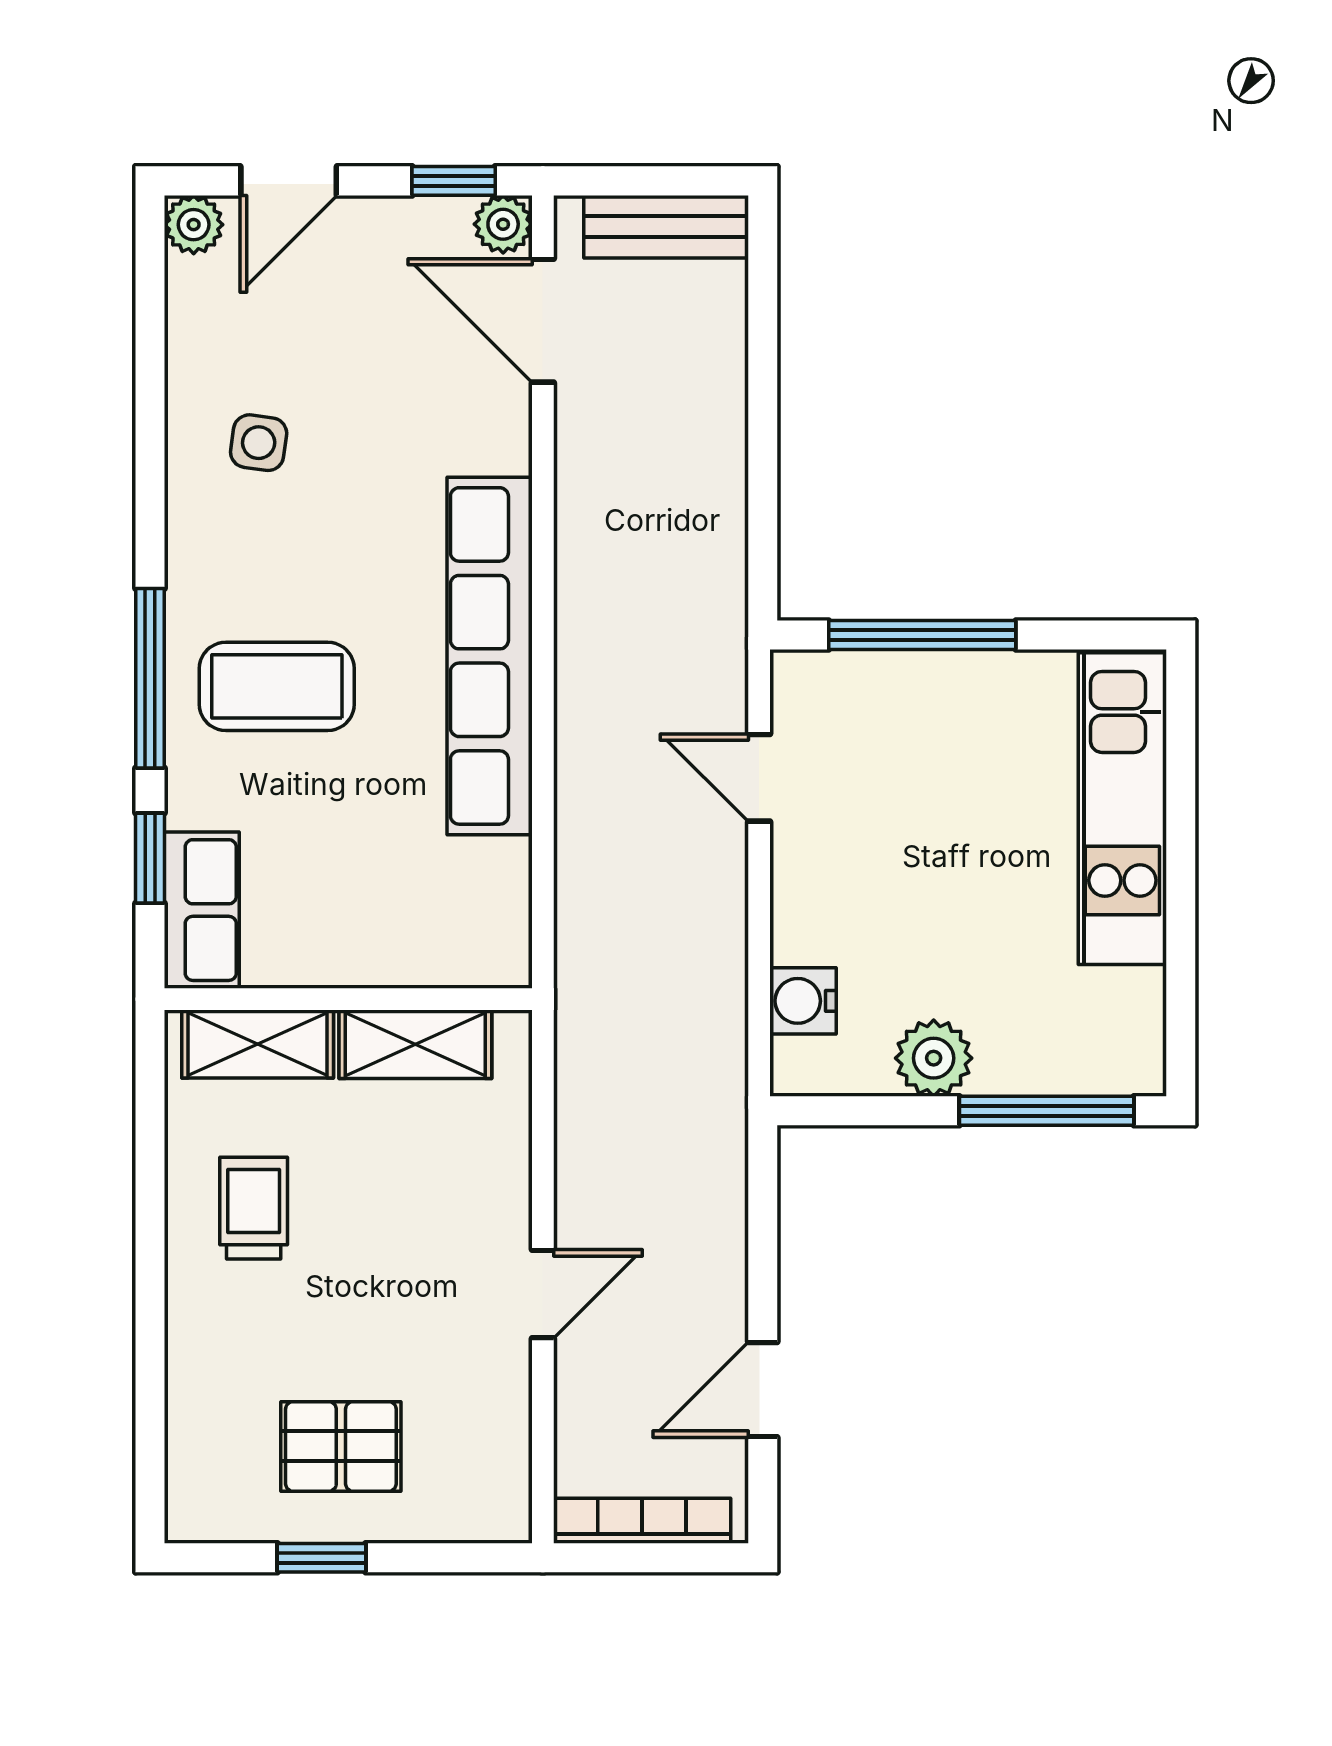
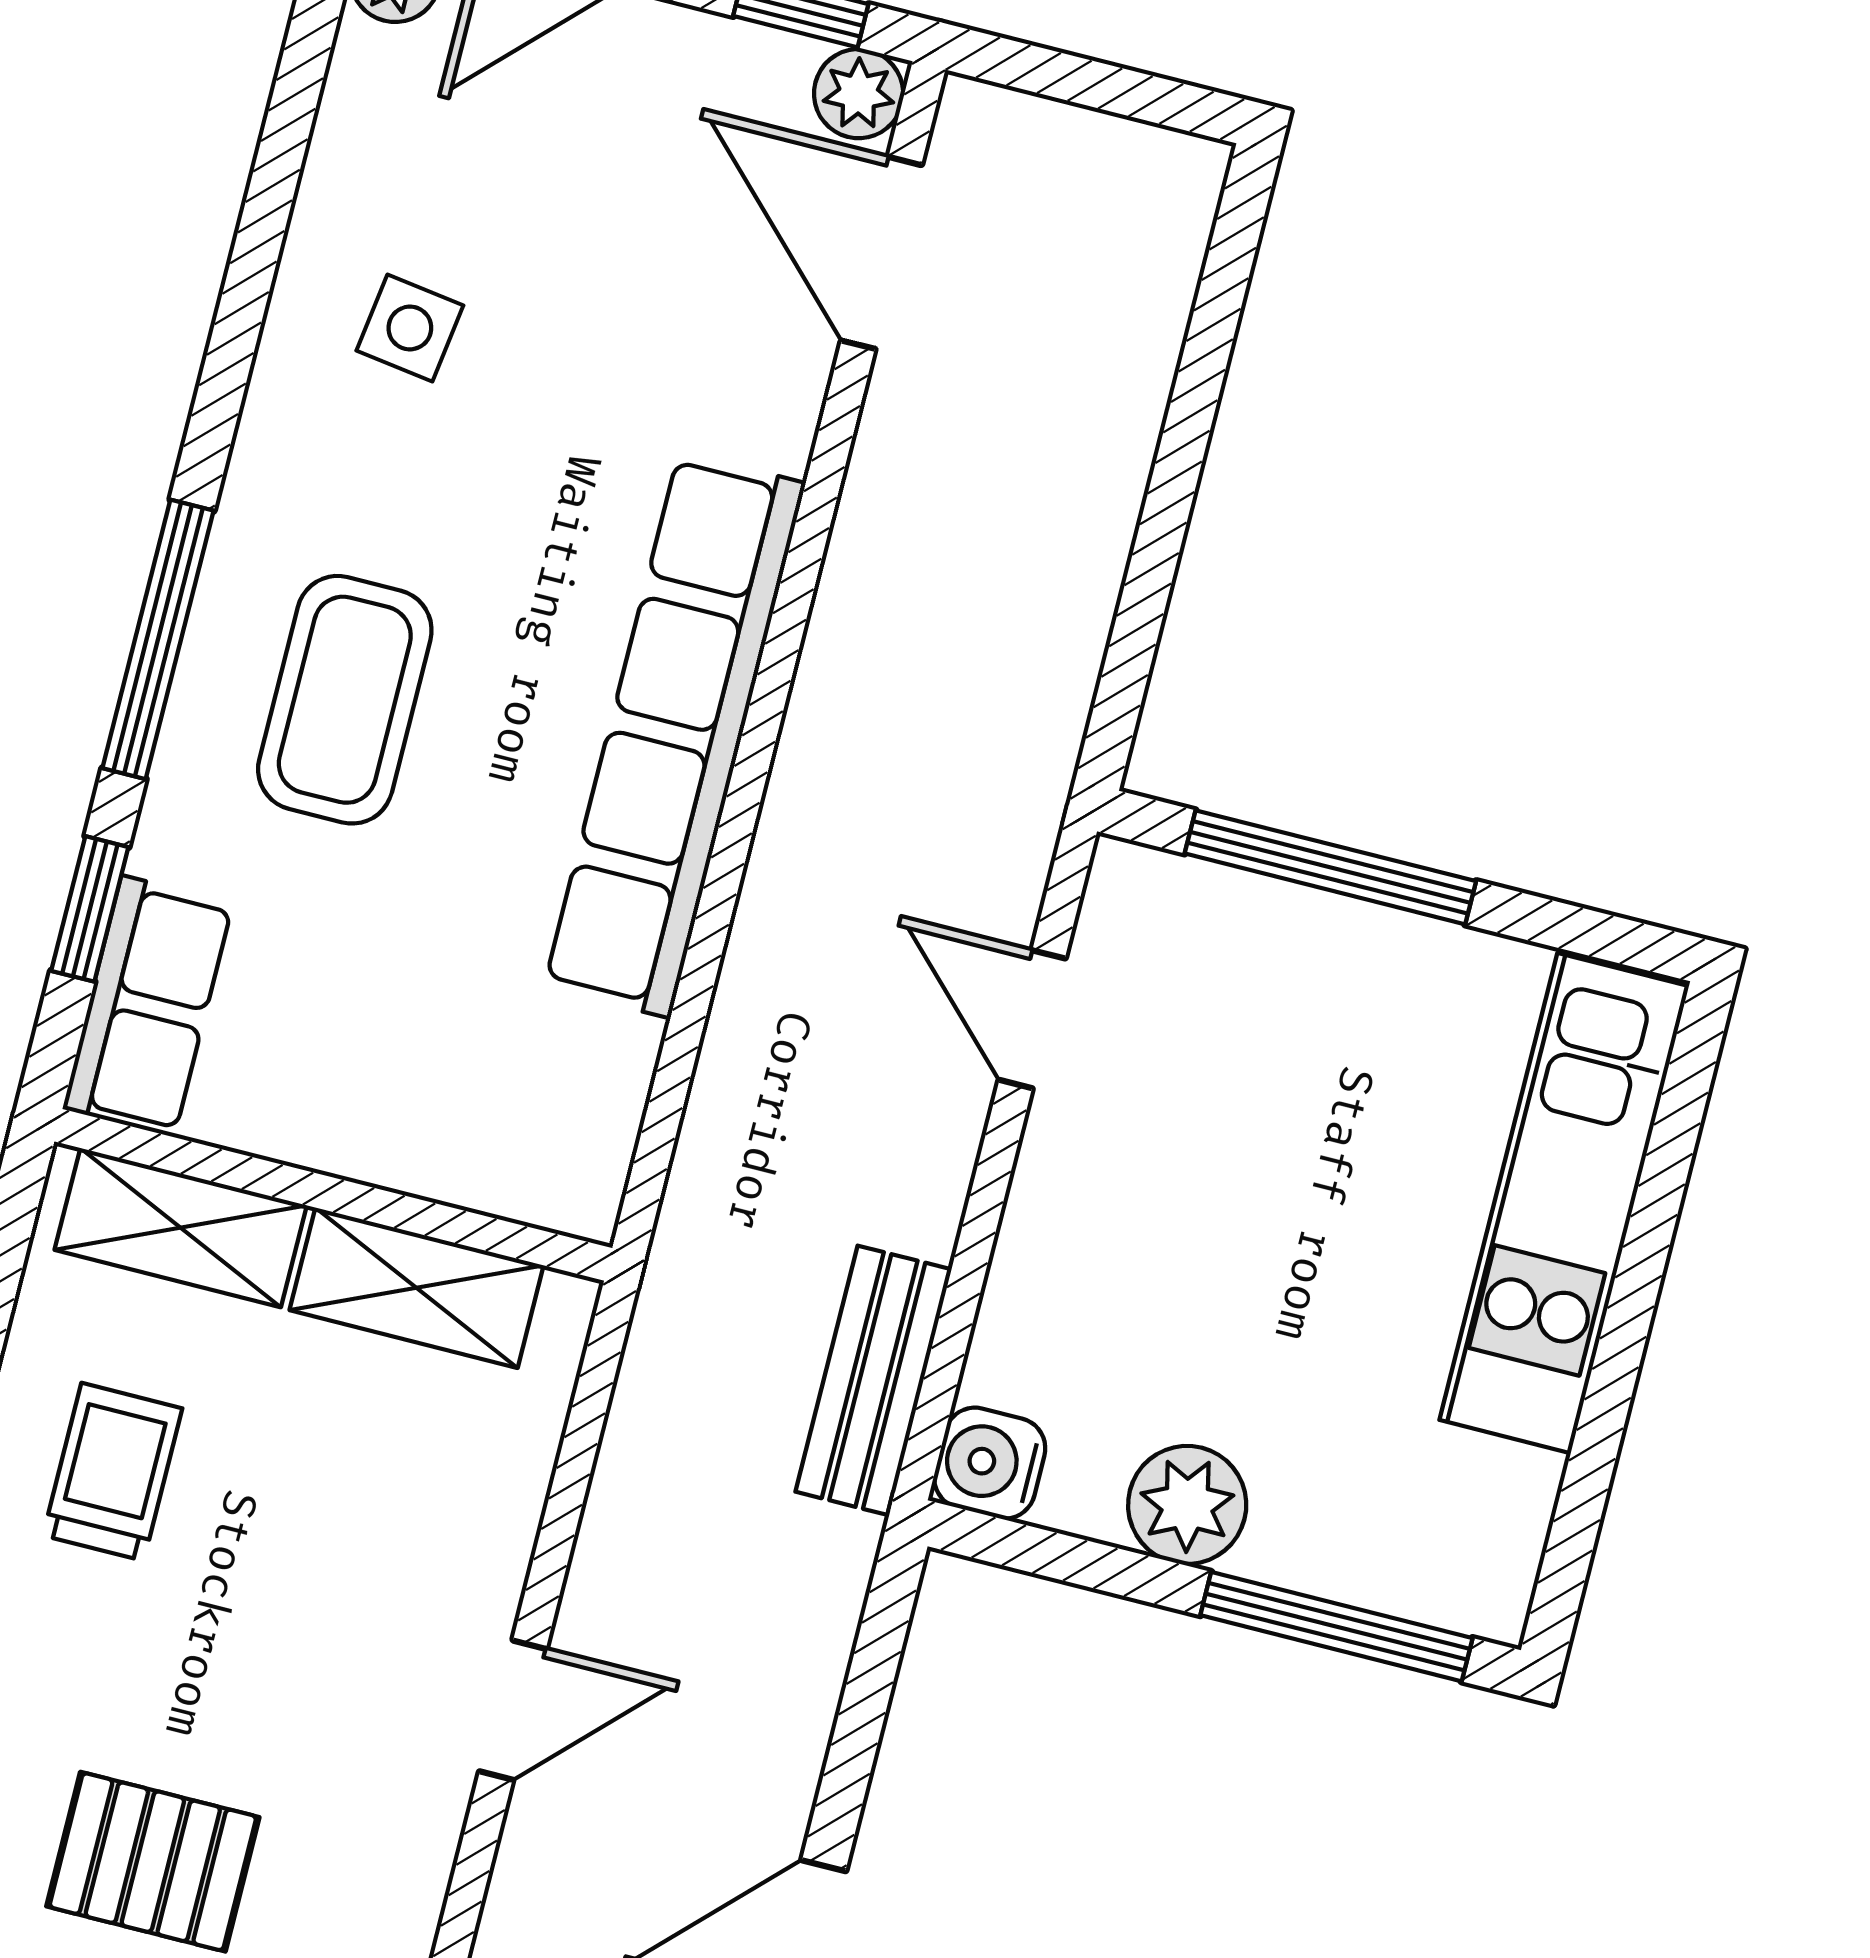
bench: (666, 227) -> (873, 1380), moved, turned 90
coffee table: (277, 686) -> (345, 700), turned 90
water cooler: (803, 1001) -> (990, 1463), moved

